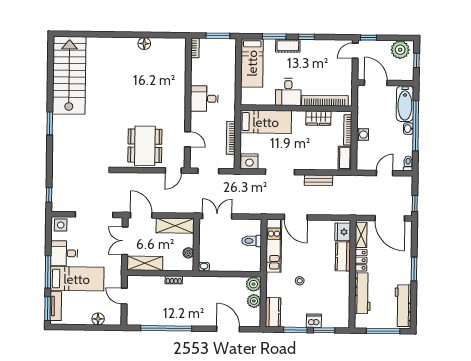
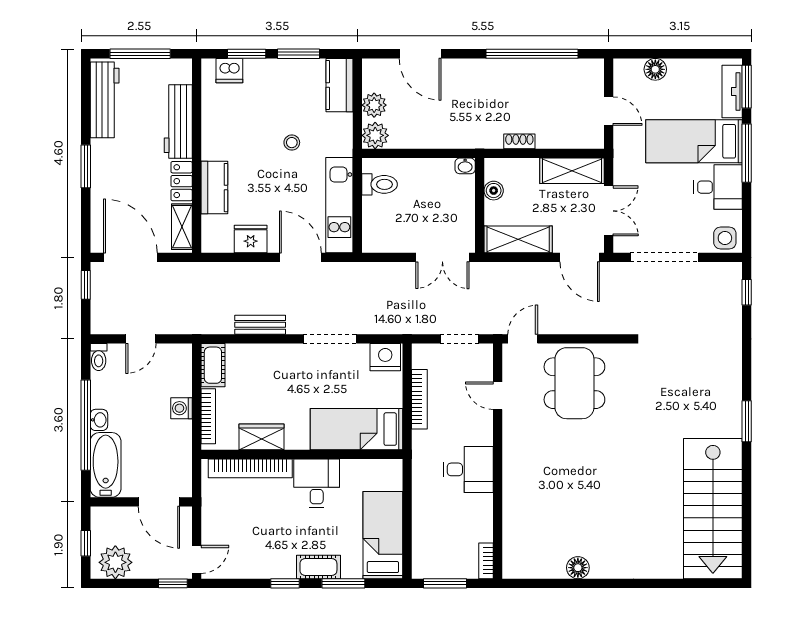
fridge: (343, 232) -> (251, 239), moved, turned -90
toilet: (252, 241) -> (380, 184), moved
dishwasher: (314, 321) -> (229, 71), moved

